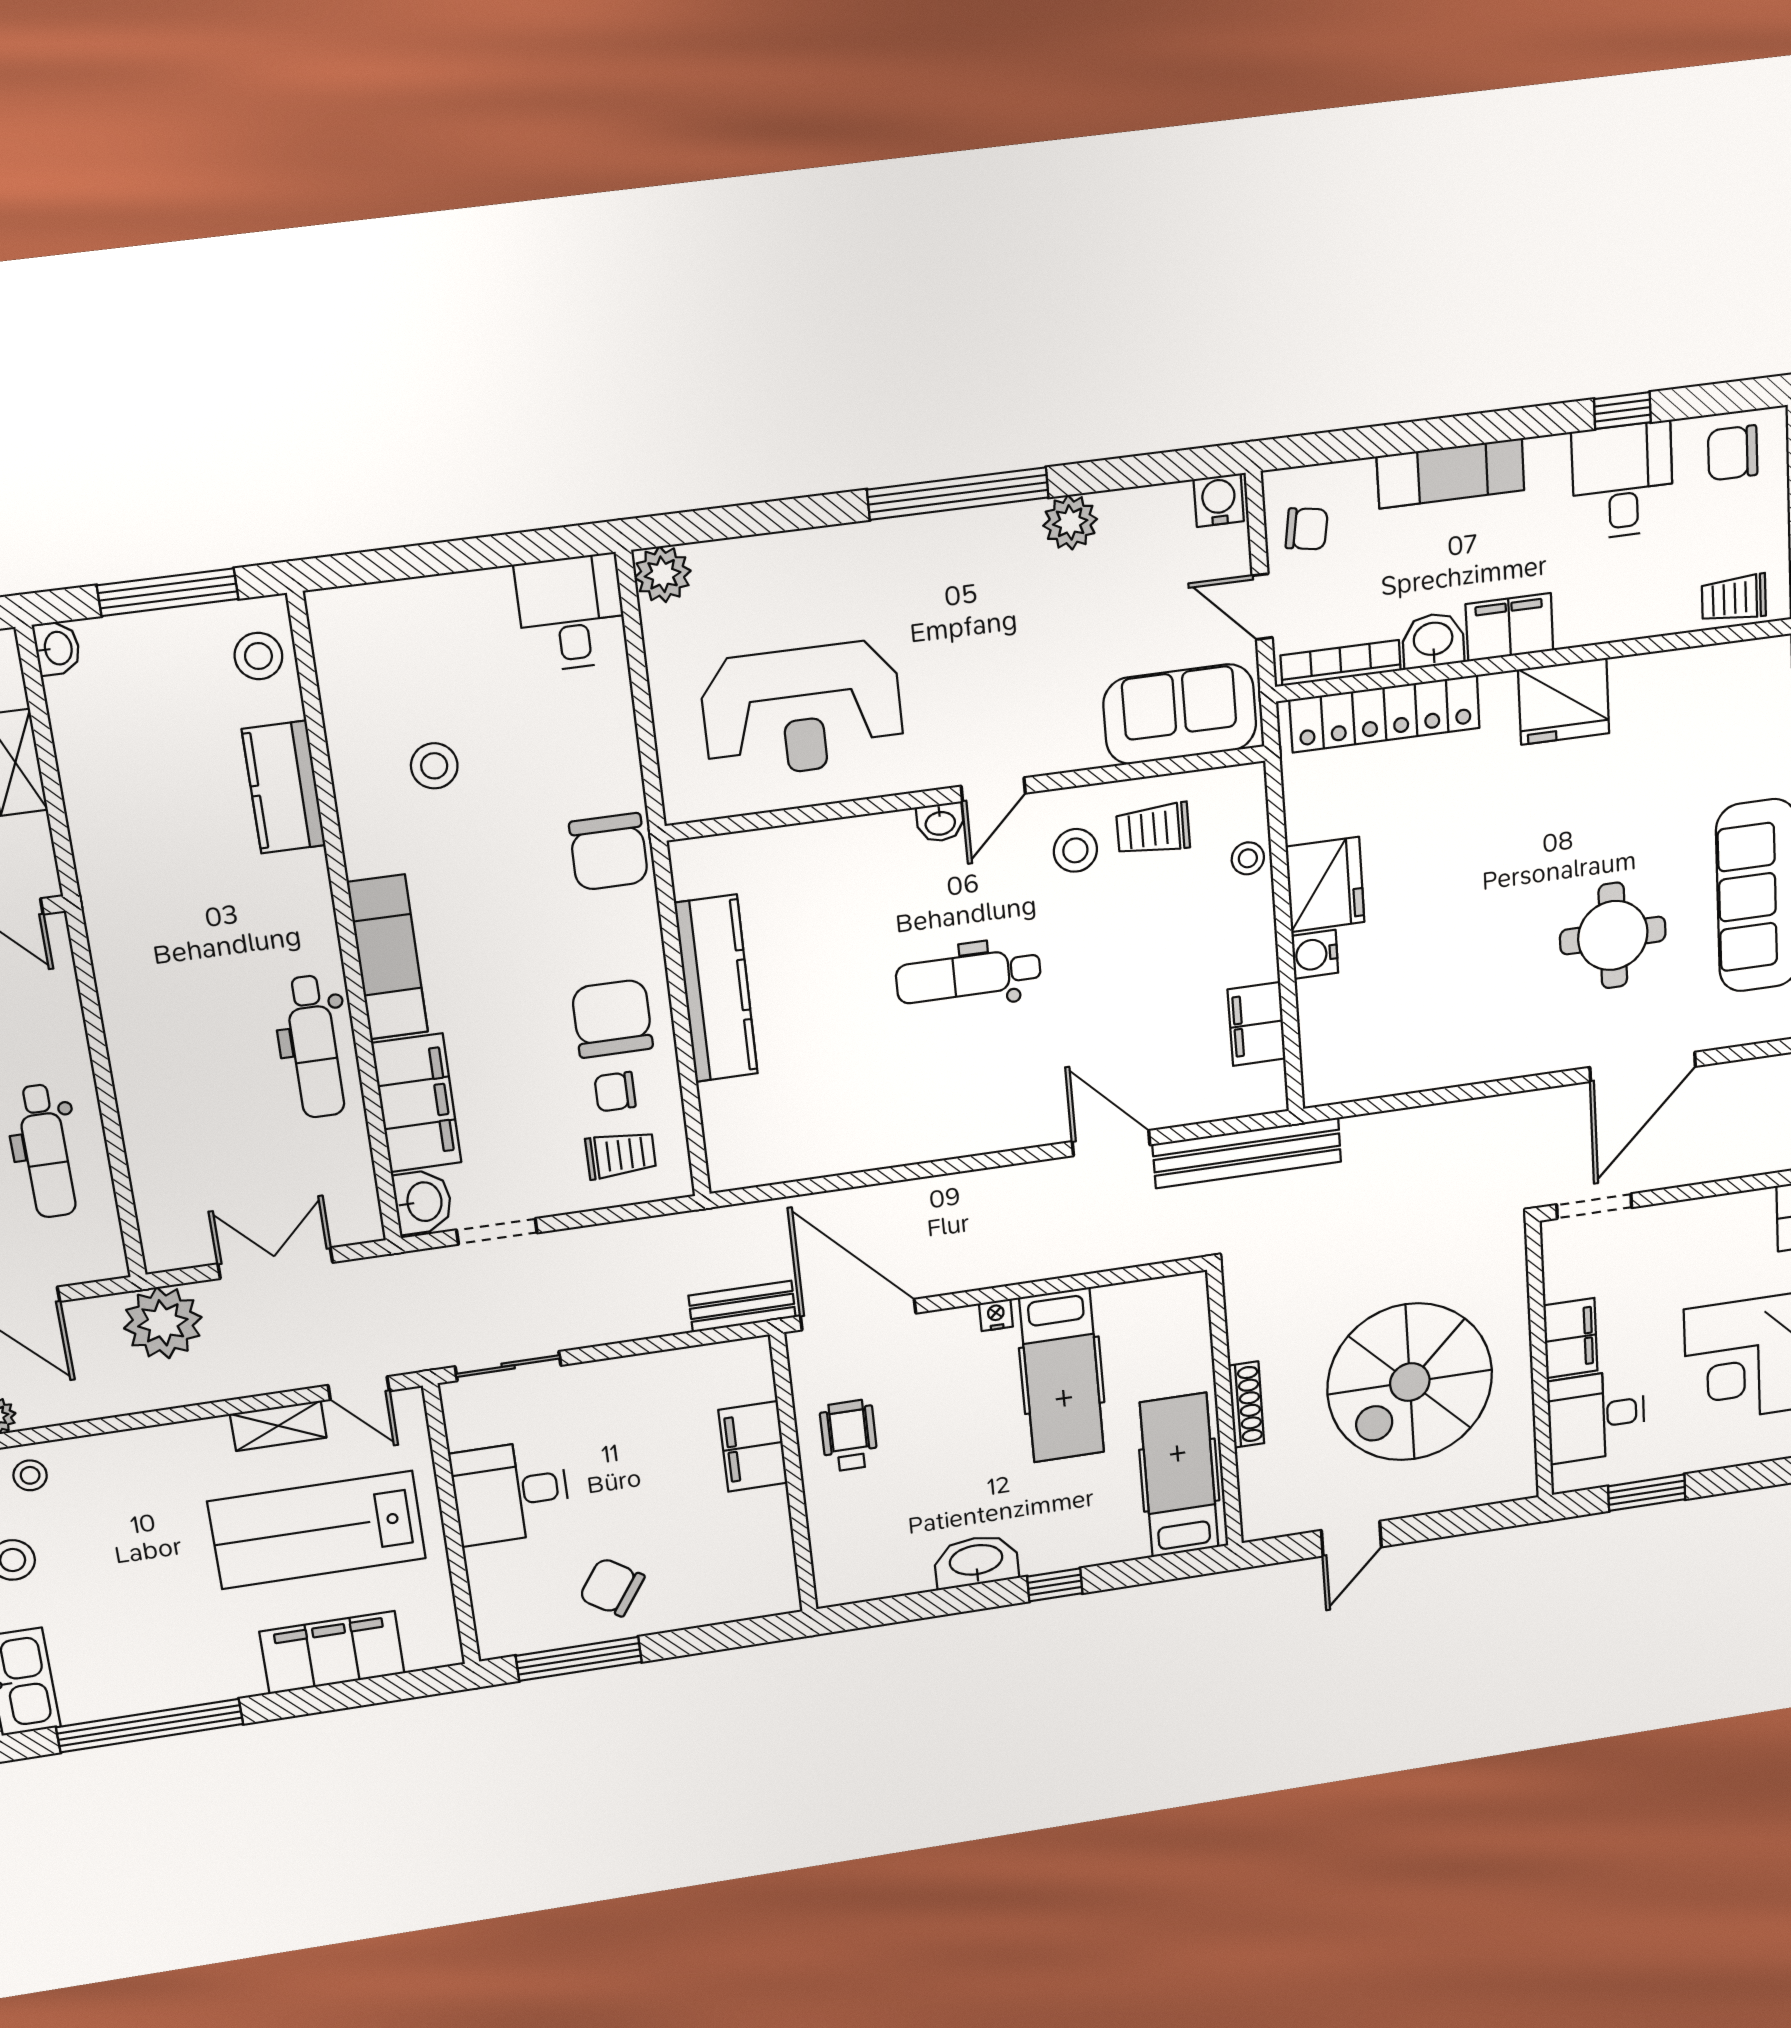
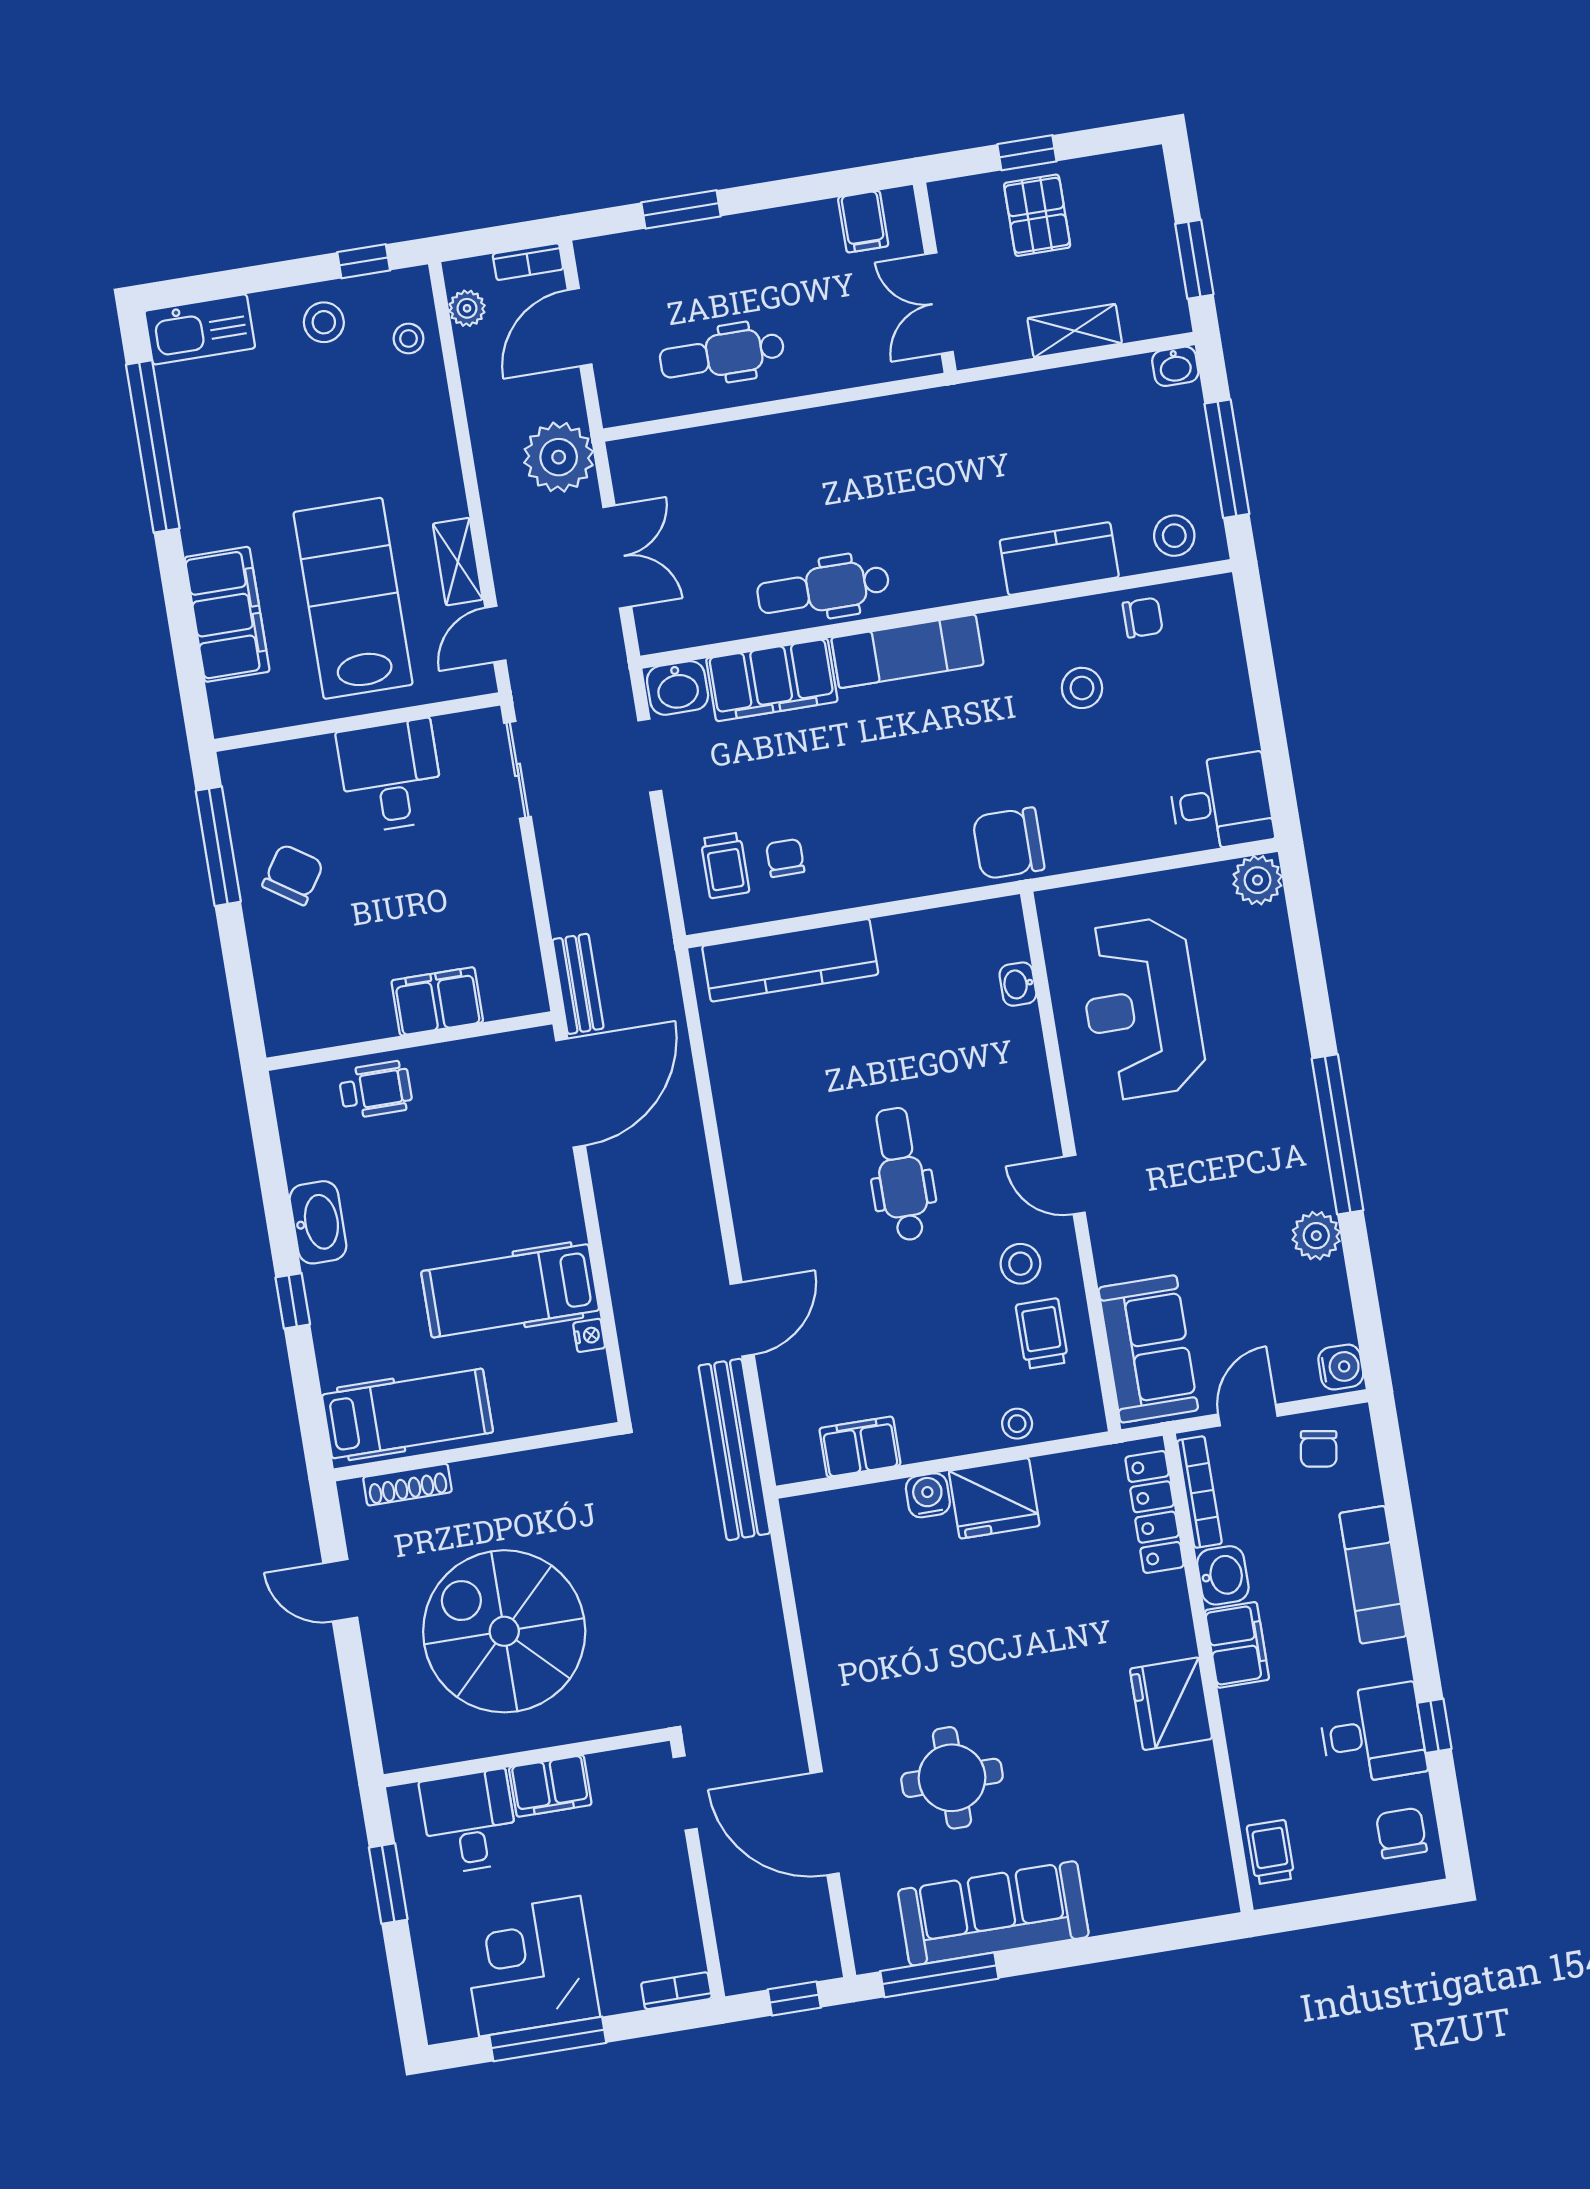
locker: (1385, 714) -> (1154, 1512), width x0.71, depth x0.83
washbasin: (940, 822) -> (1018, 984), moved
kitchen counter: (716, 989) -> (790, 960), moved
chair: (612, 1018) -> (1143, 618), moved, width x0.54, depth x0.54
nightstand: (996, 1315) -> (589, 1335), moved
shoe rack: (1246, 1405) -> (407, 1485), moved
wheelchair: (849, 1436) -> (376, 1090), moved

